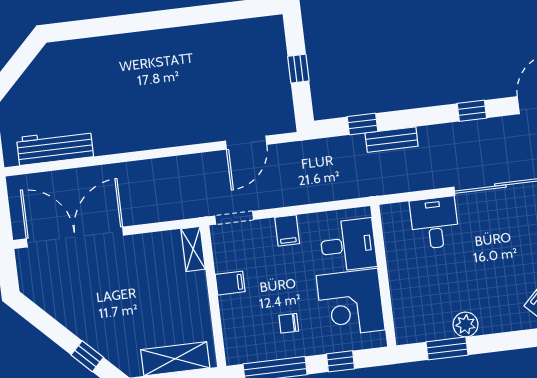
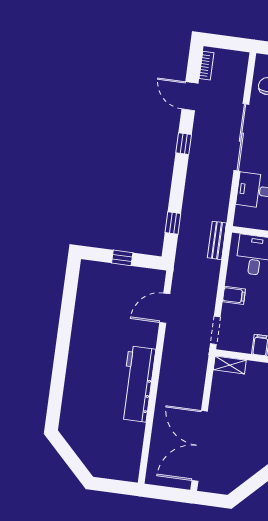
bench: (392, 140) -> (217, 240), moved
door: (246, 143) -> (165, 308), swing flipped
workbench: (55, 147) -> (138, 384), moved, width x1.36, depth x1.32

